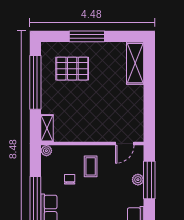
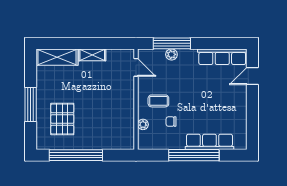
shelving: (47, 128) -> (92, 55), moved
plant: (46, 151) -> (143, 124), moved

